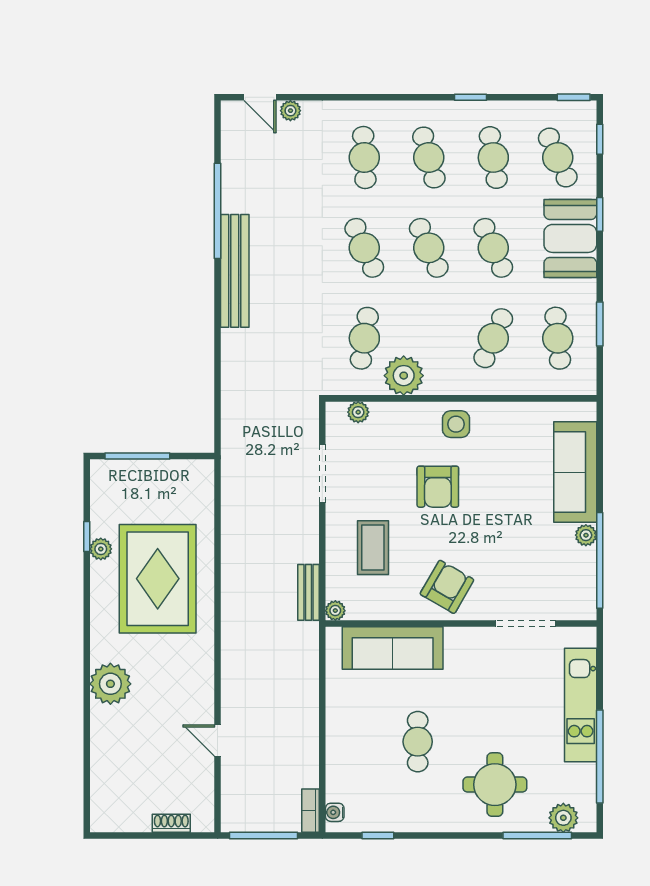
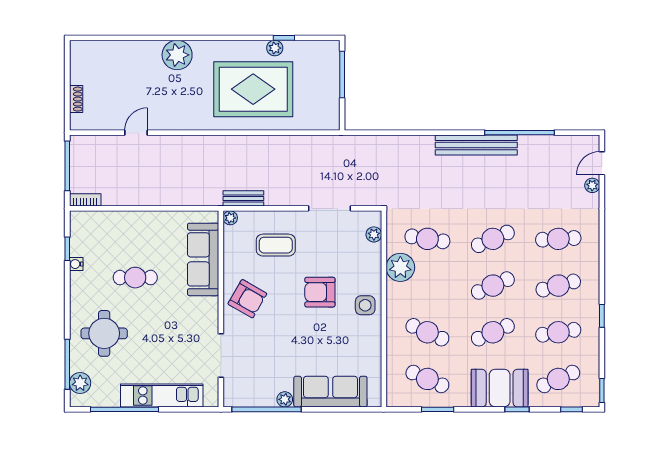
cafe table: (558, 338) -> (427, 379), turned 30
water cooler: (335, 812) -> (76, 264), moved, turned -90

